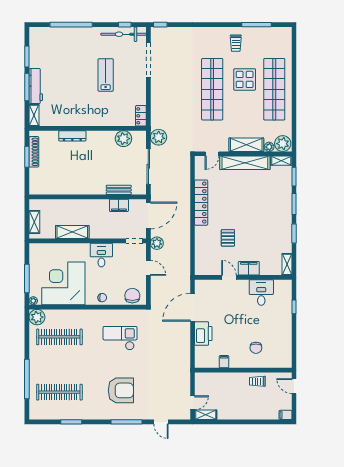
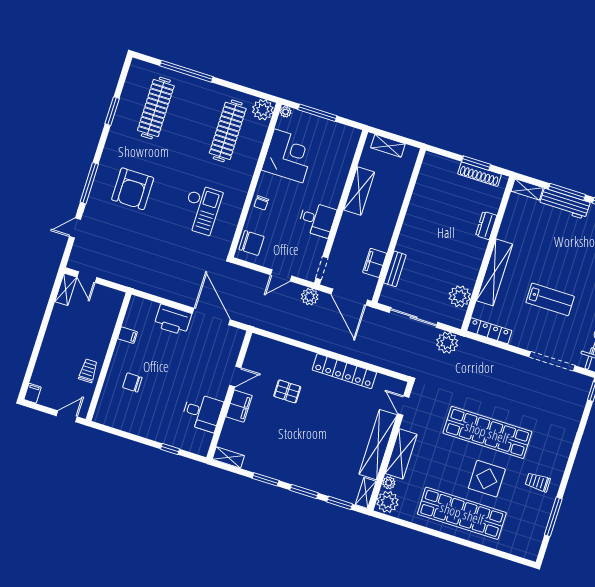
locker: (141, 116) -> (489, 331), width x1.53
shelving: (99, 120) -> (494, 272), added
dresser: (72, 136) -> (486, 225), width x0.70
corner desk: (63, 283) -> (288, 156), width x0.74, depth x0.74

